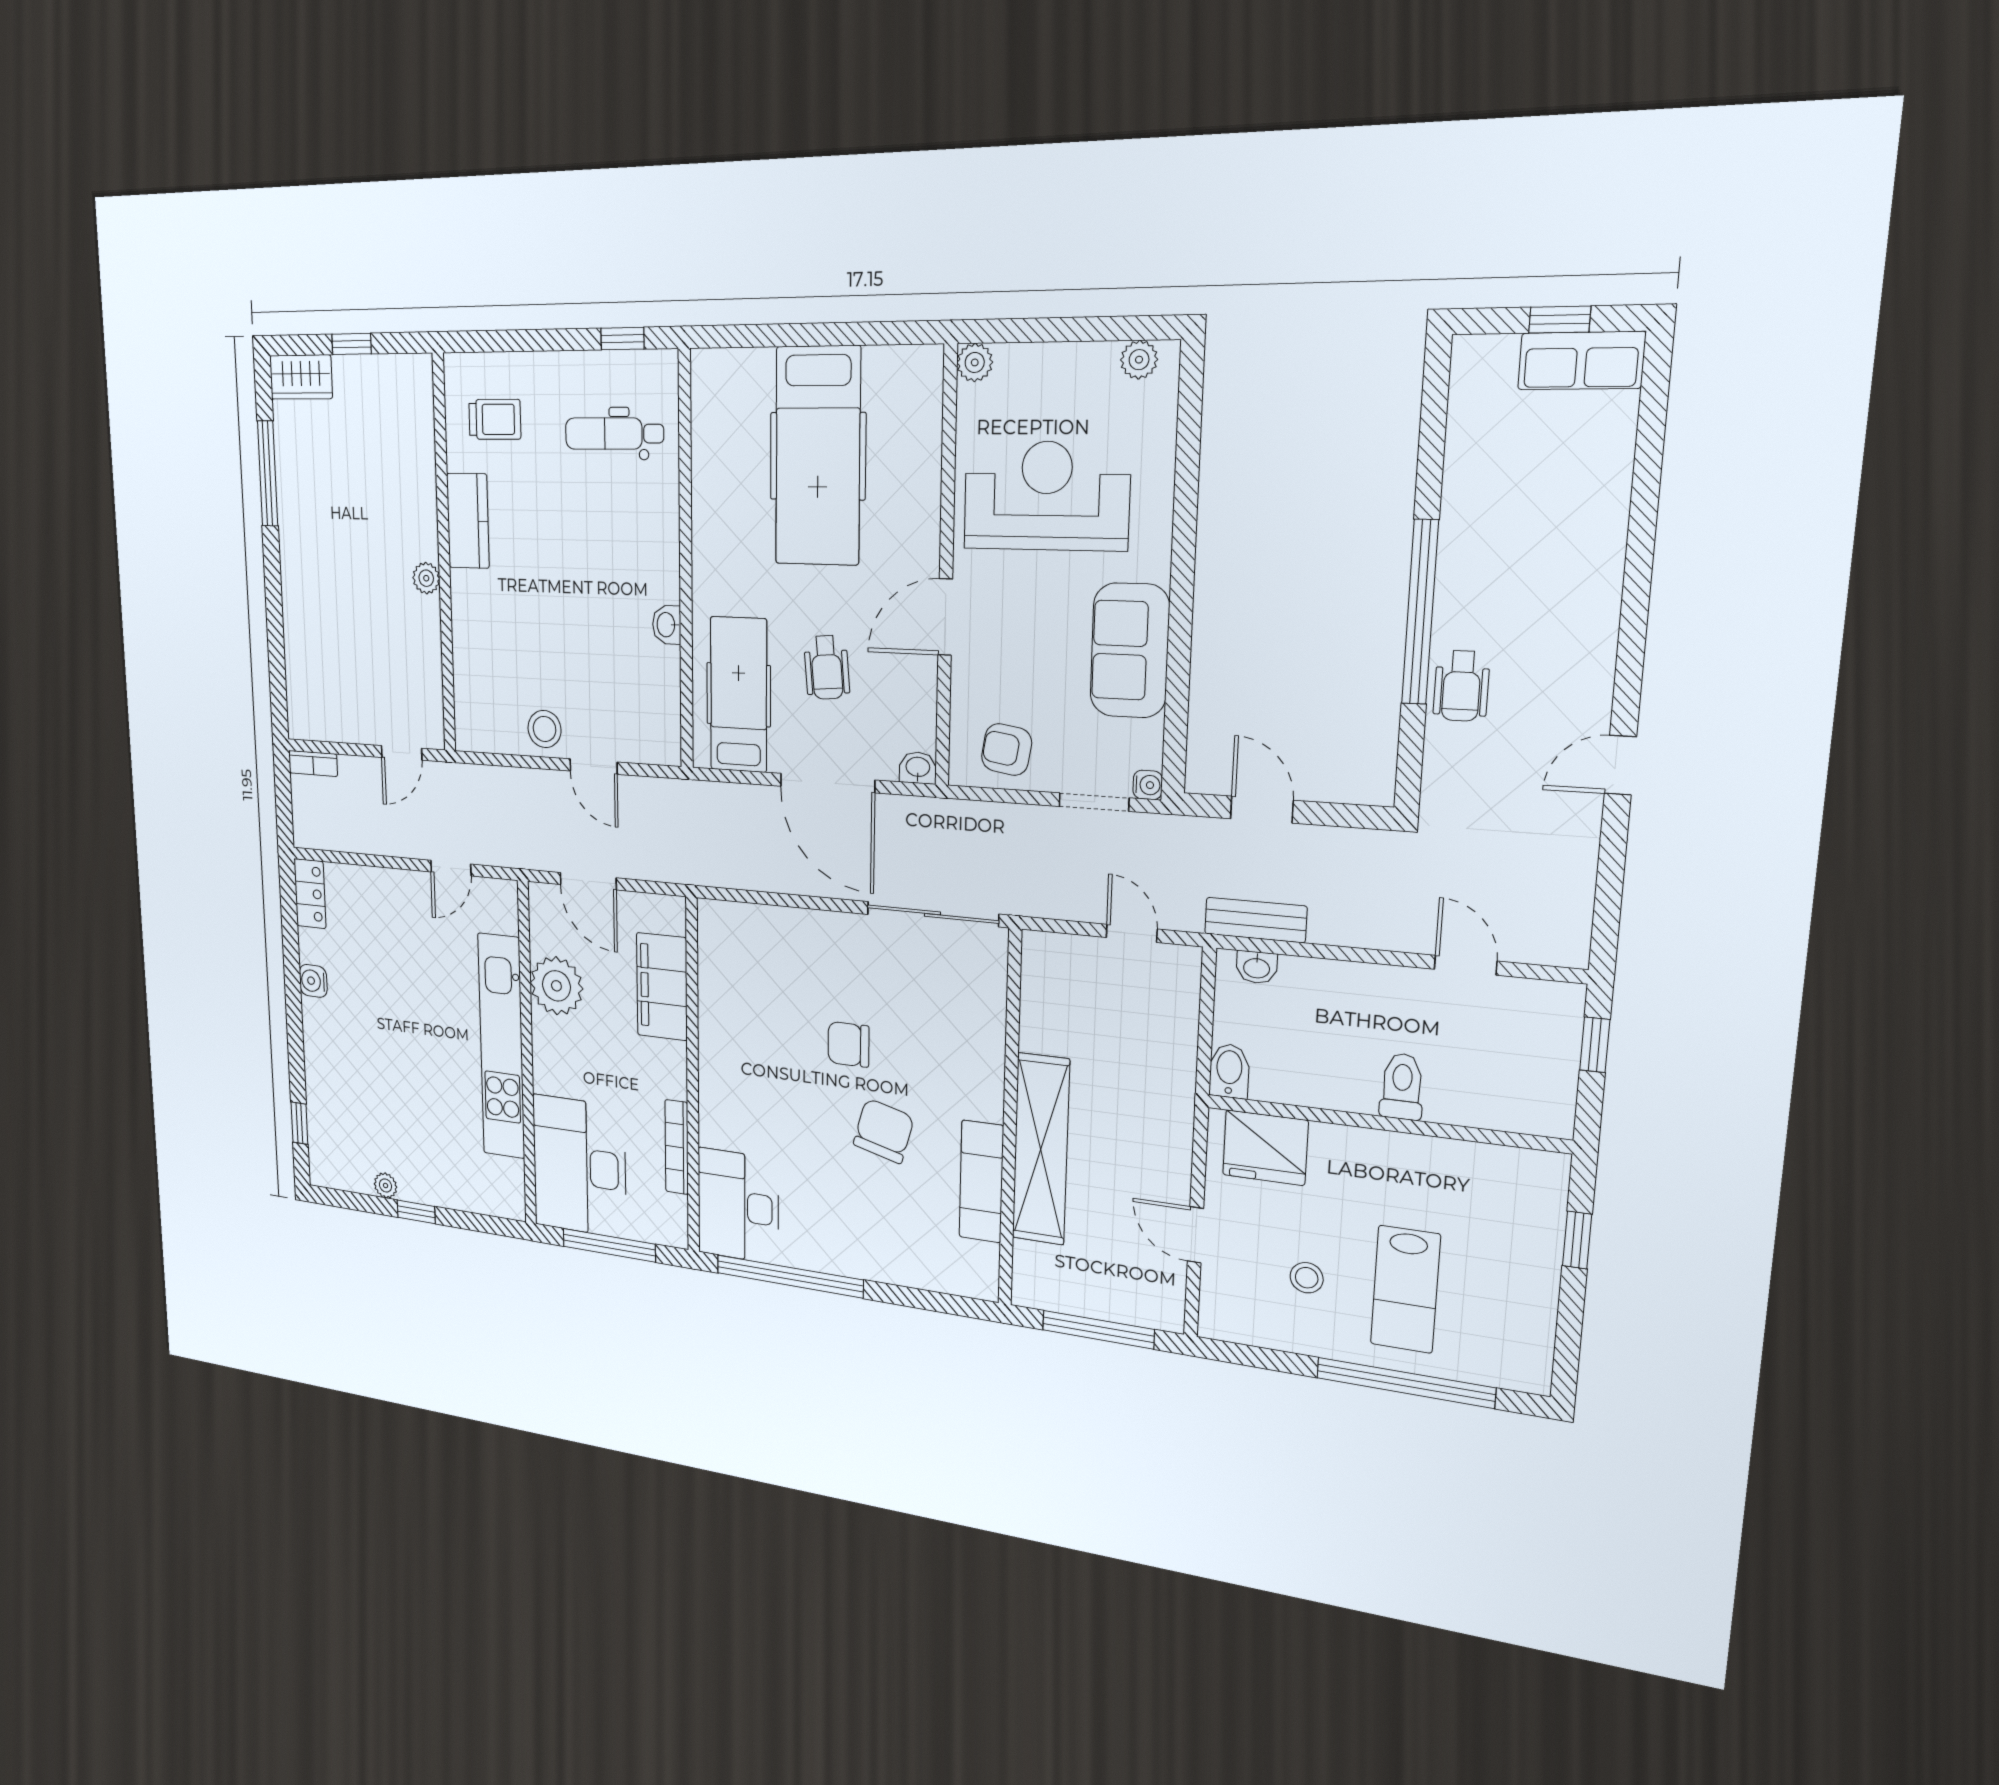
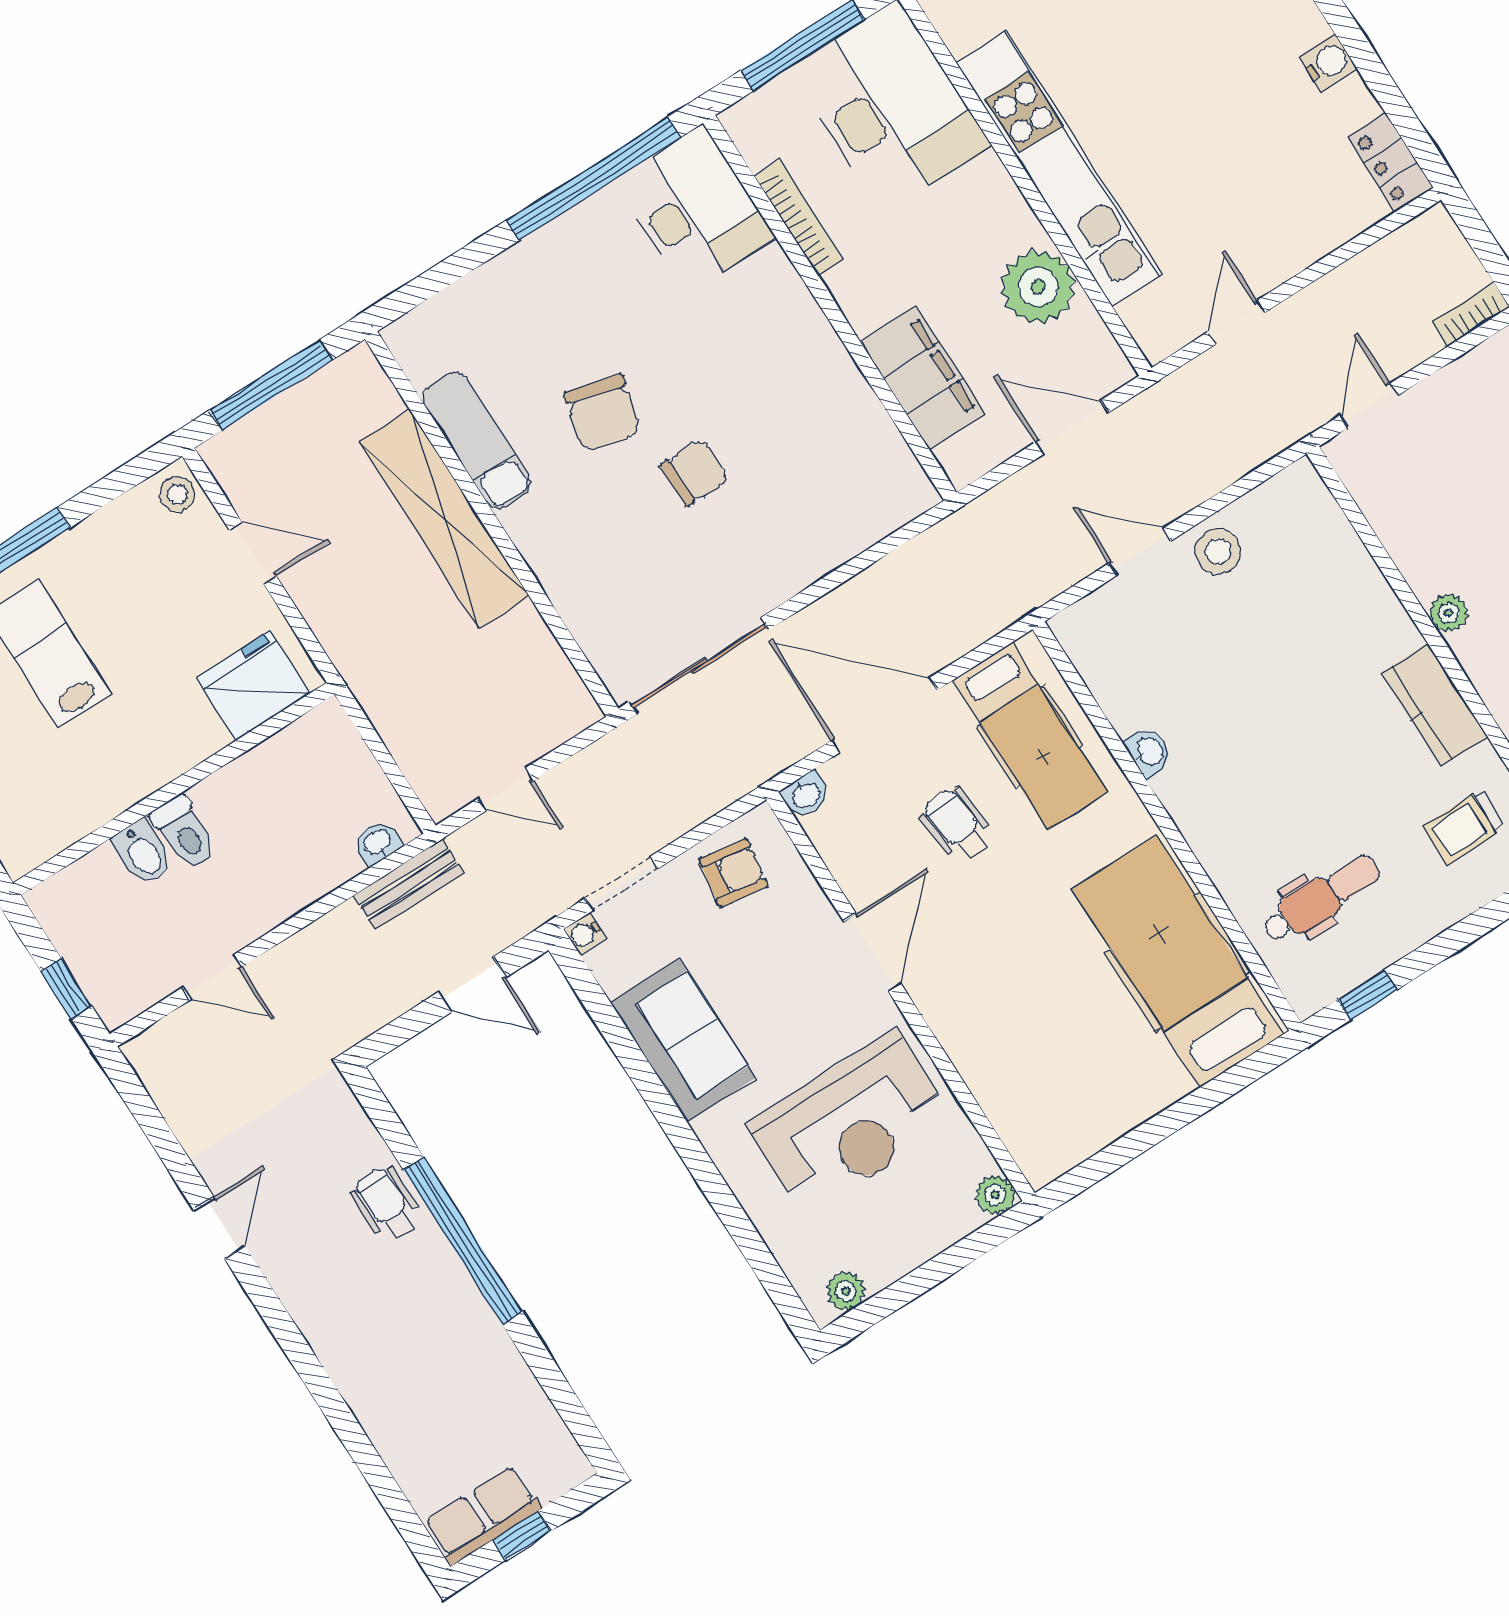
hospital bed: (818, 456) -> (1178, 961), moved
bidet: (1229, 1071) -> (143, 853), moved
stool: (1307, 1278) -> (177, 494), moved

